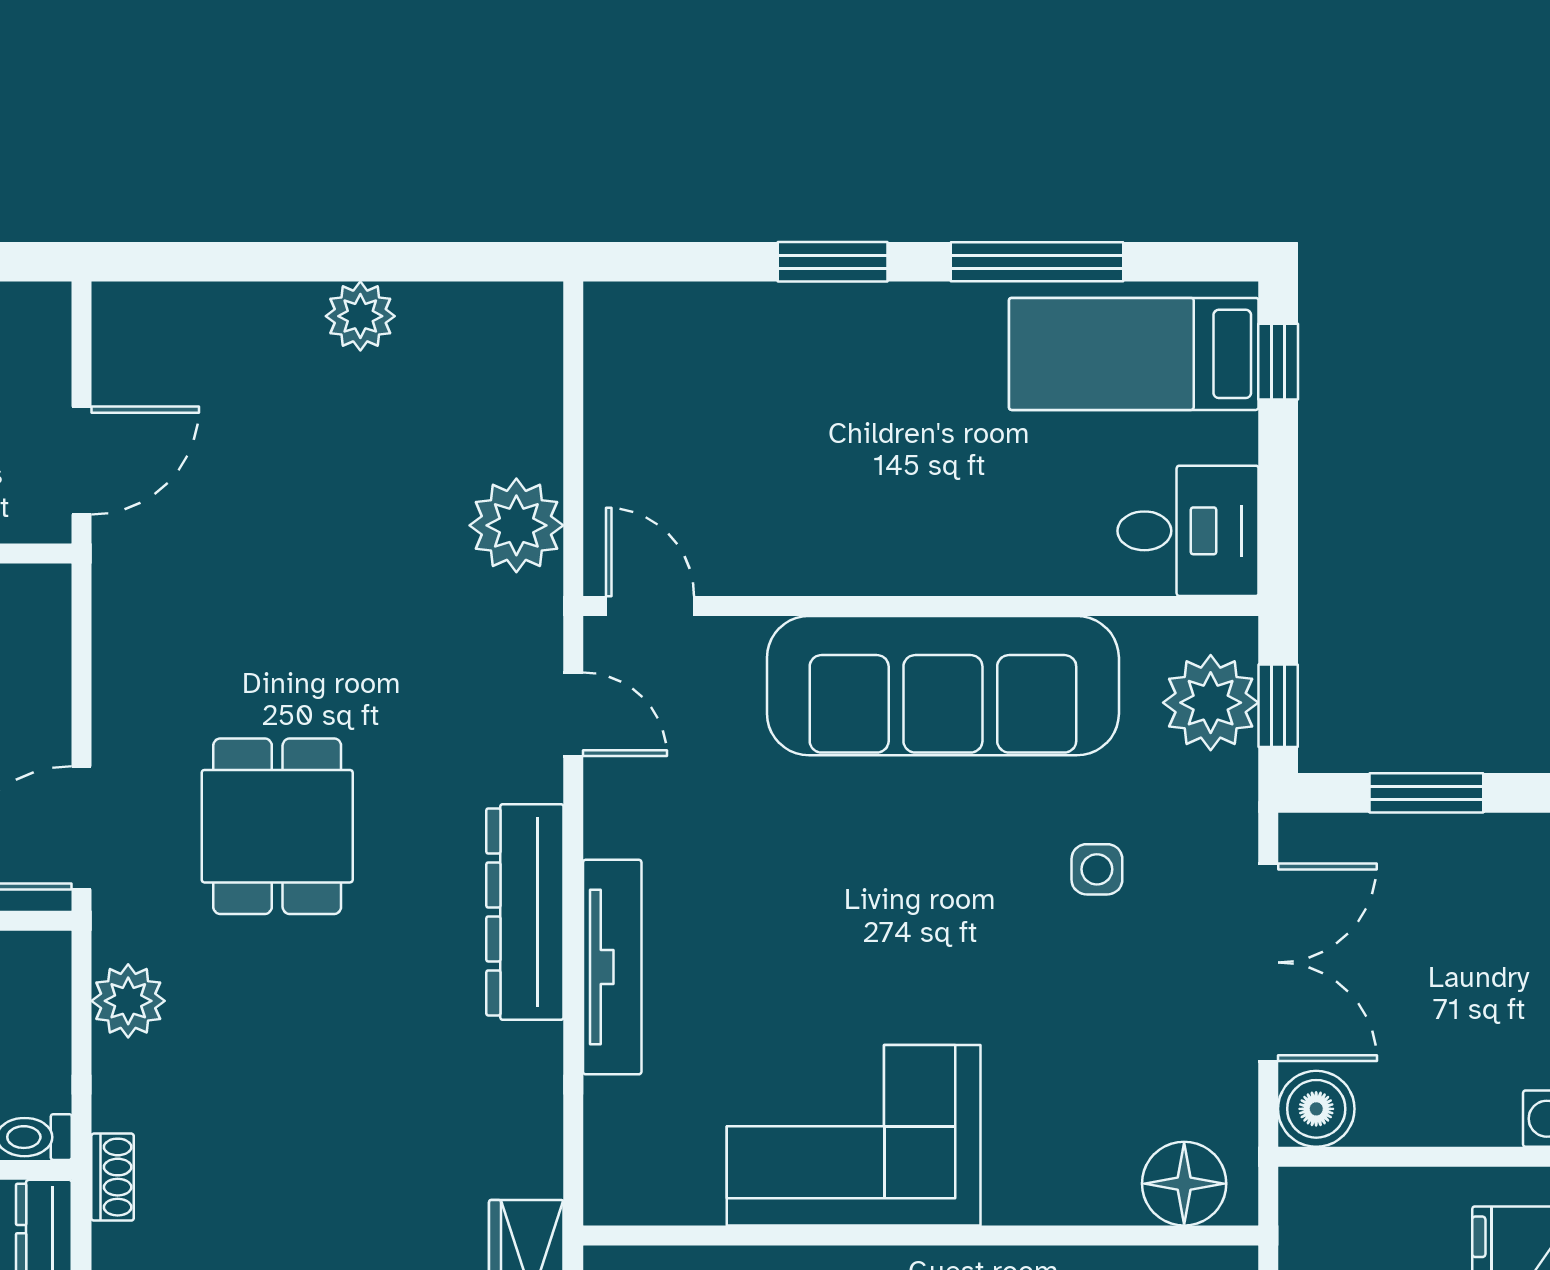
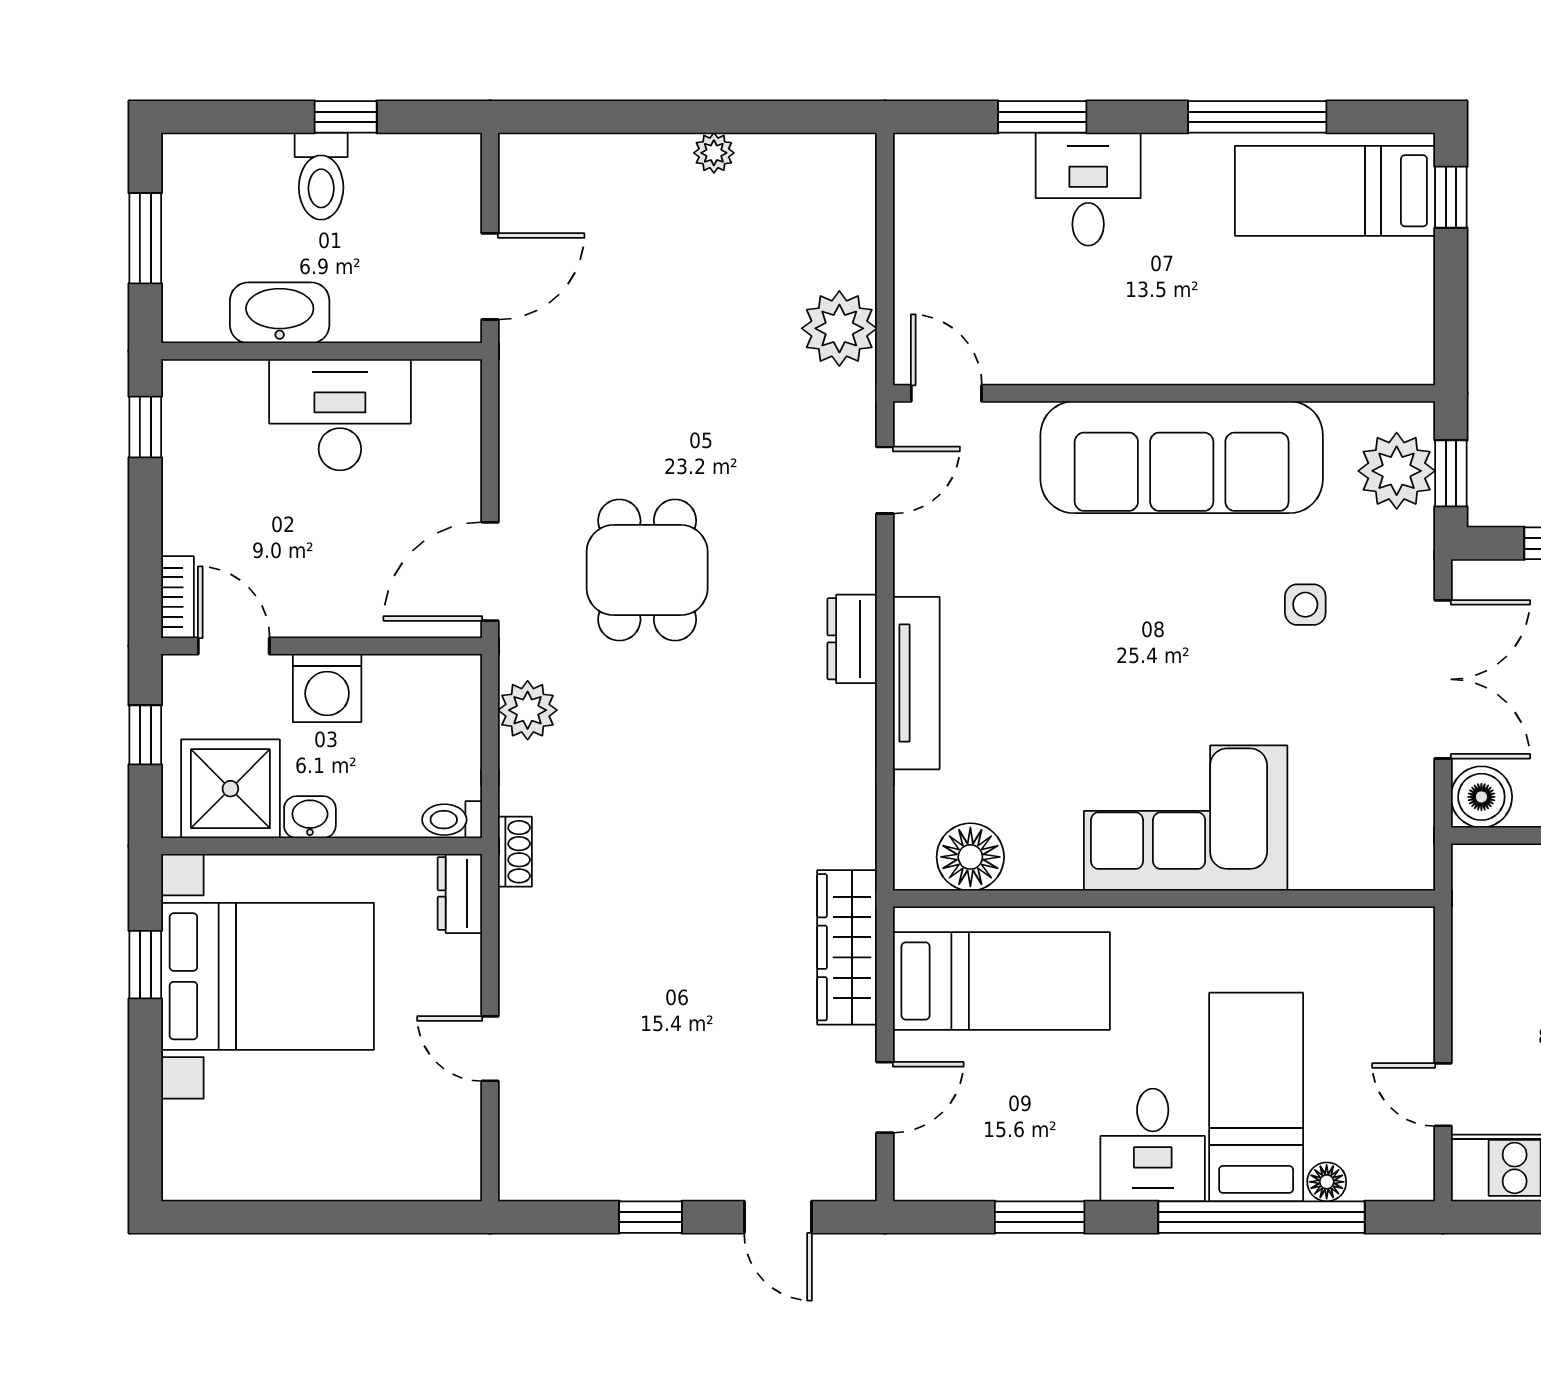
window: (833, 262) -> (1042, 117), moved
plant: (360, 316) -> (714, 153), width x0.73, depth x0.73
desk: (1188, 531) -> (1088, 189), moved, turned -90
door: (573, 714) -> (885, 480), hinge flipped
dresser: (525, 912) -> (852, 639), width x0.51, depth x0.80
corner sofa: (854, 1135) -> (1186, 818), moved
floor lamp: (1184, 1184) -> (970, 857), moved

